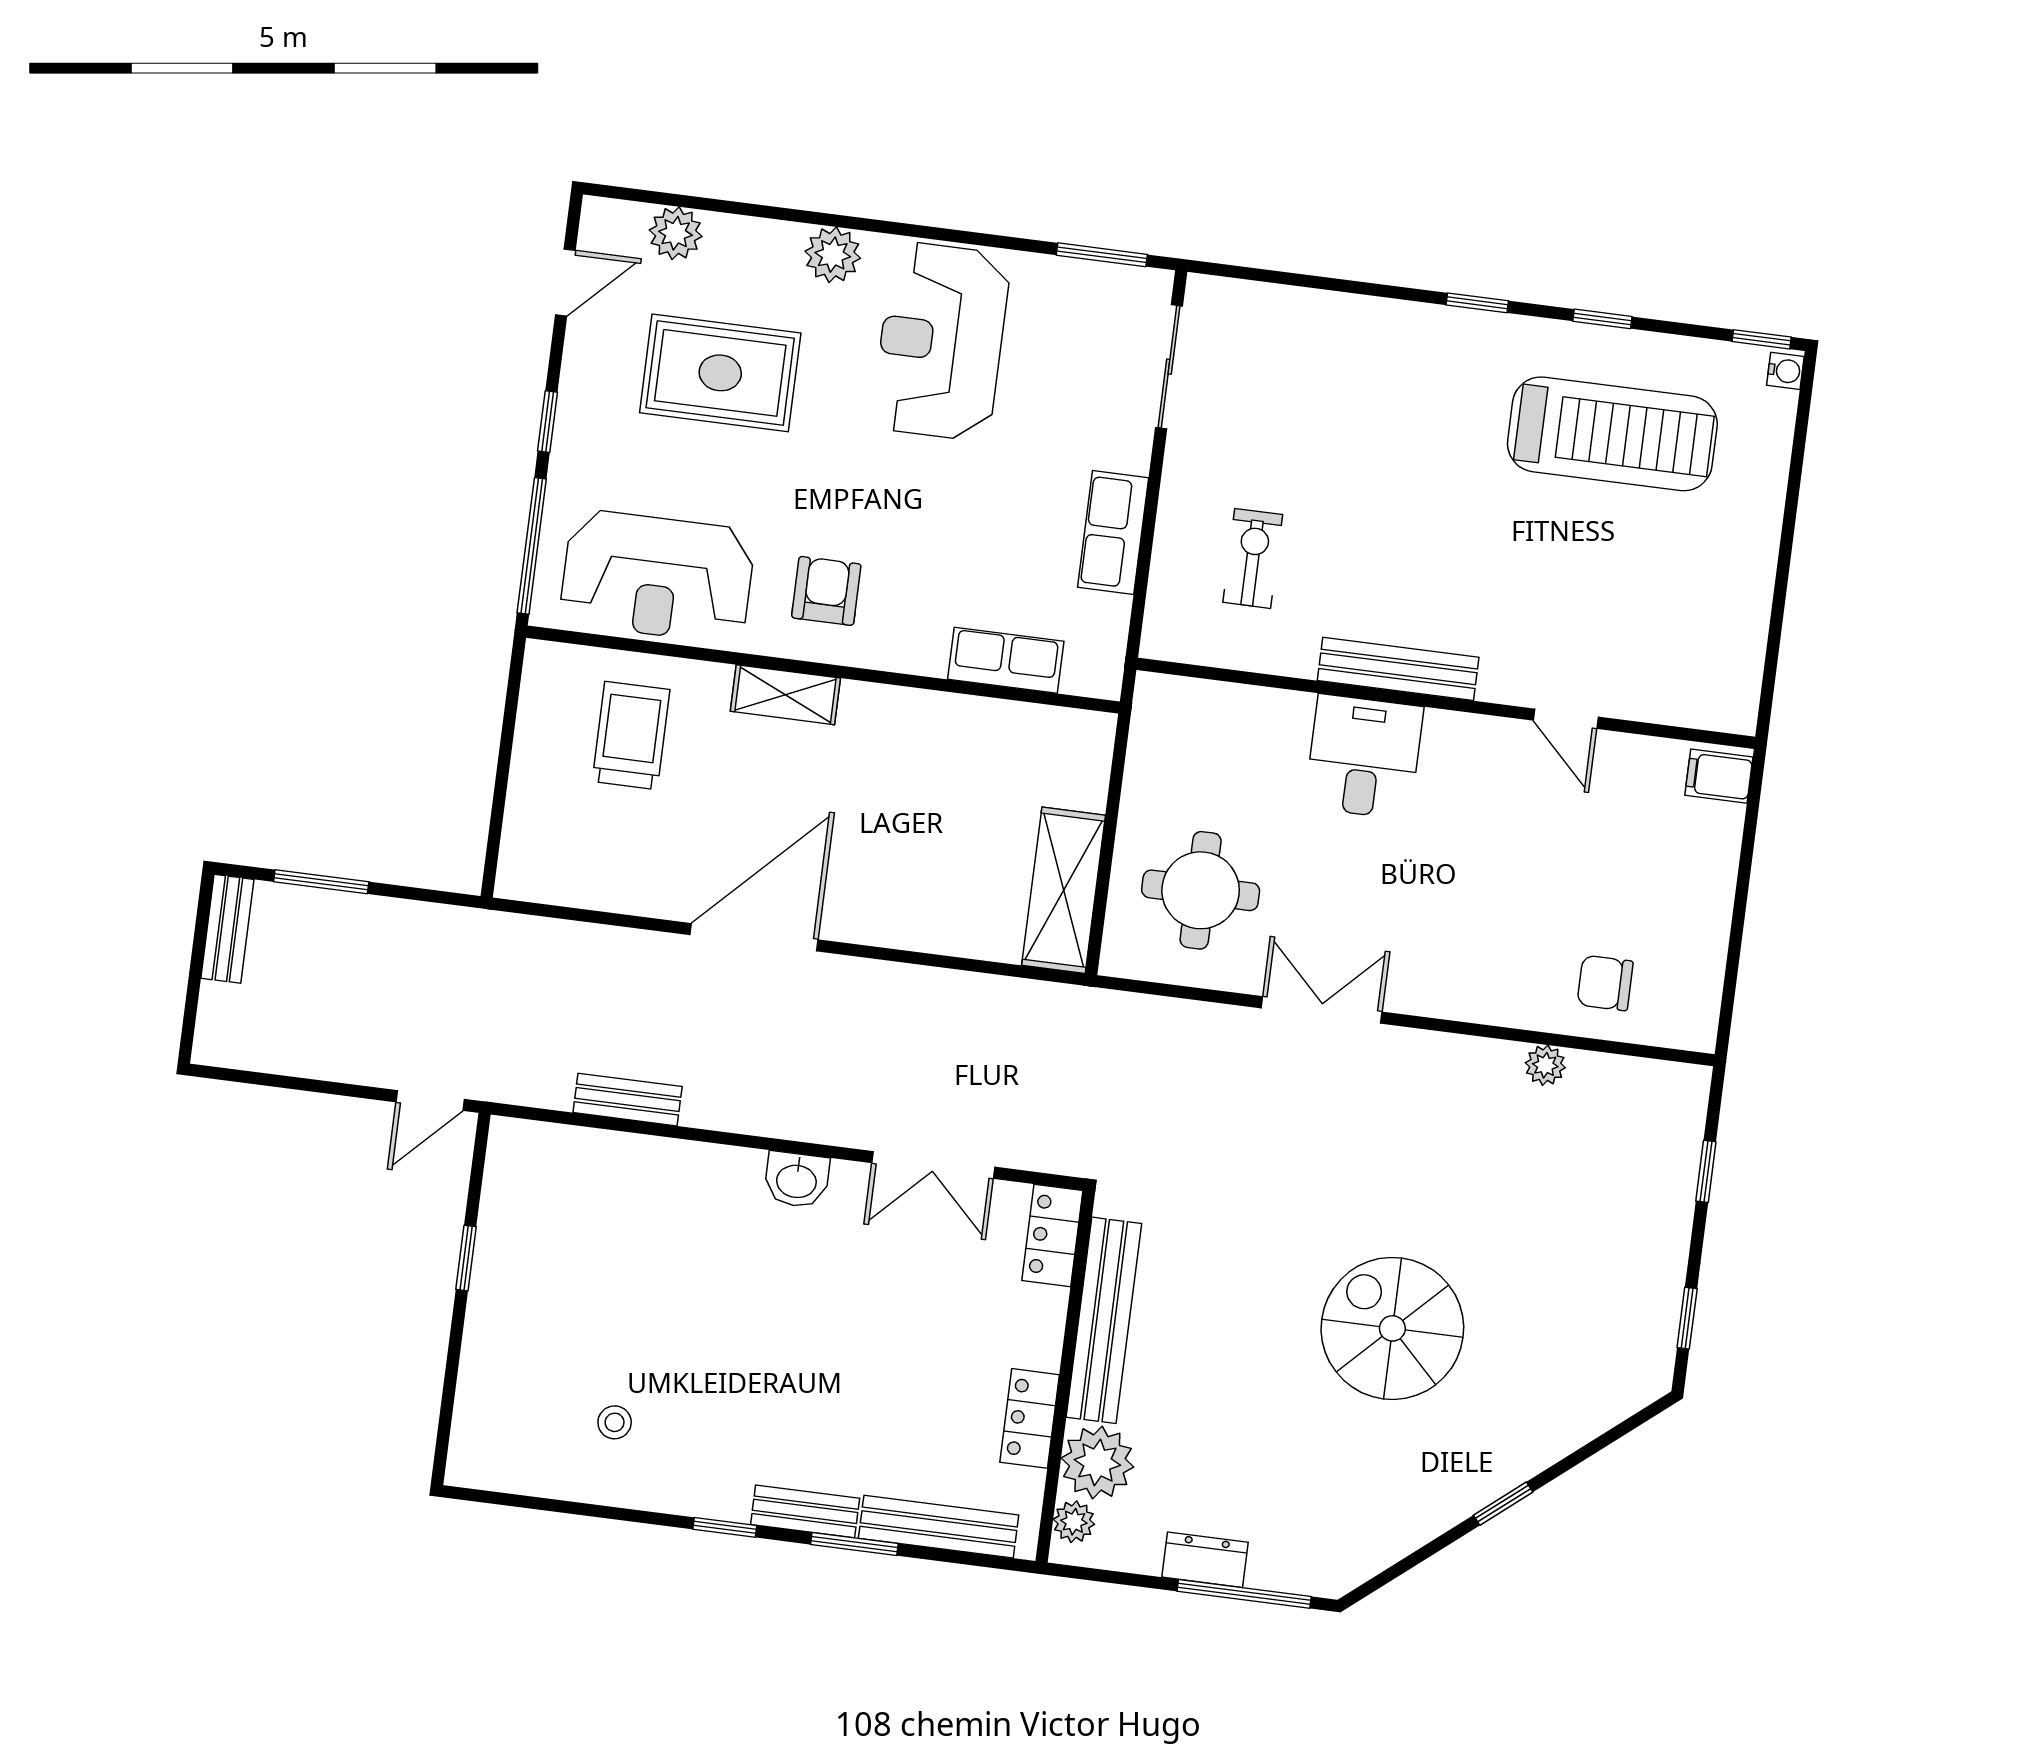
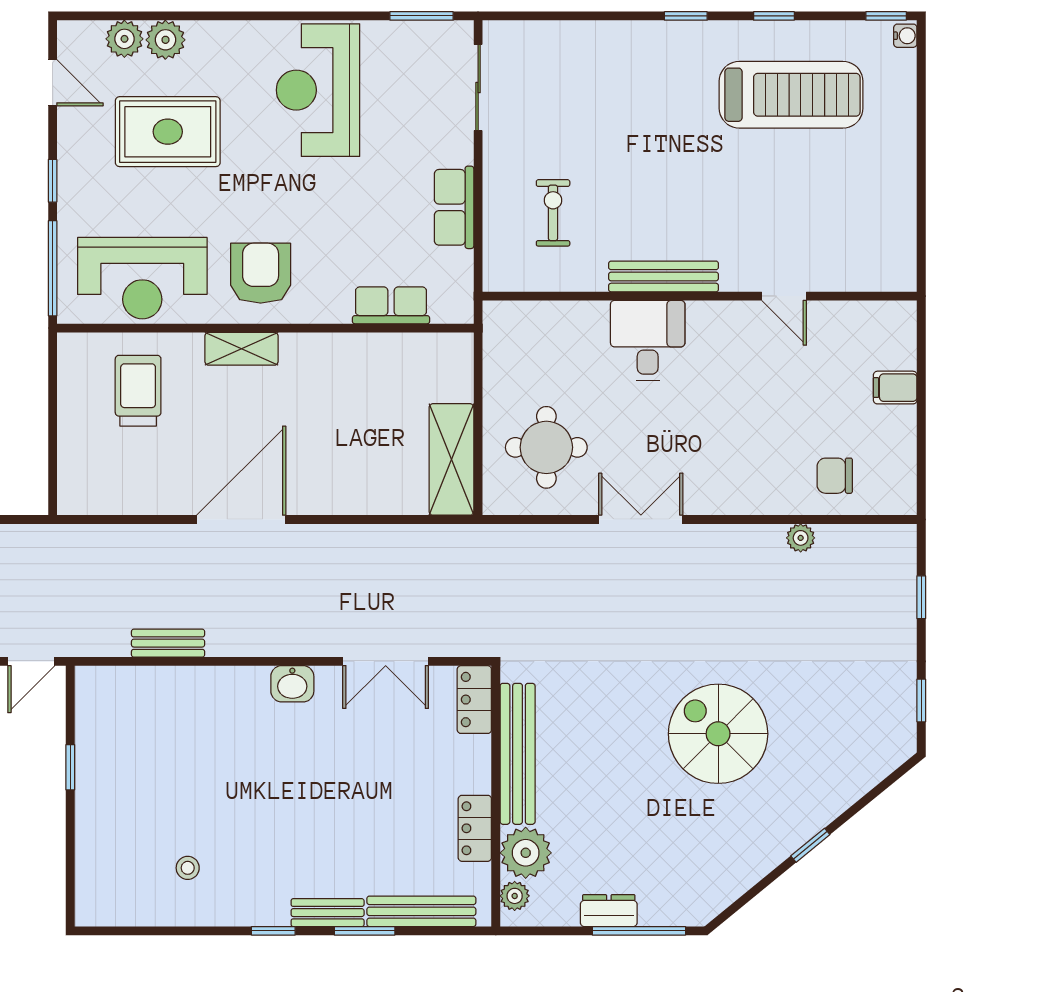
plant: (833, 255) -> (165, 40), moved
door: (565, 283) -> (53, 83), hinge flipped
armchair: (826, 591) -> (261, 273), width x1.38, depth x1.38
filing cabinet: (1719, 776) -> (895, 388), moved

